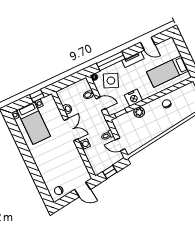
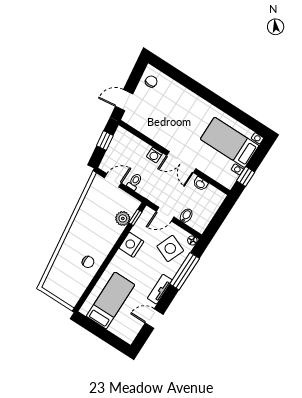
plant: (139, 112) -> (123, 218), moved

